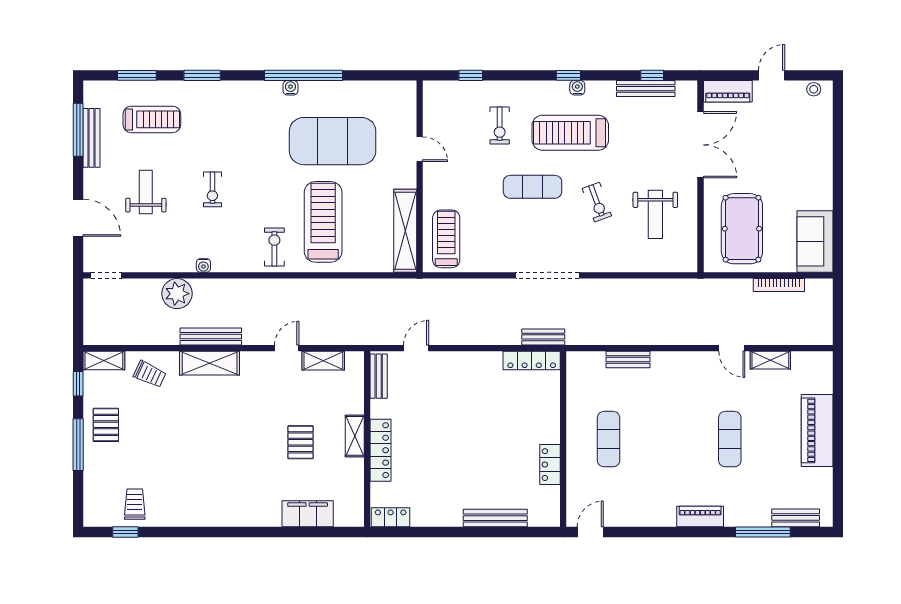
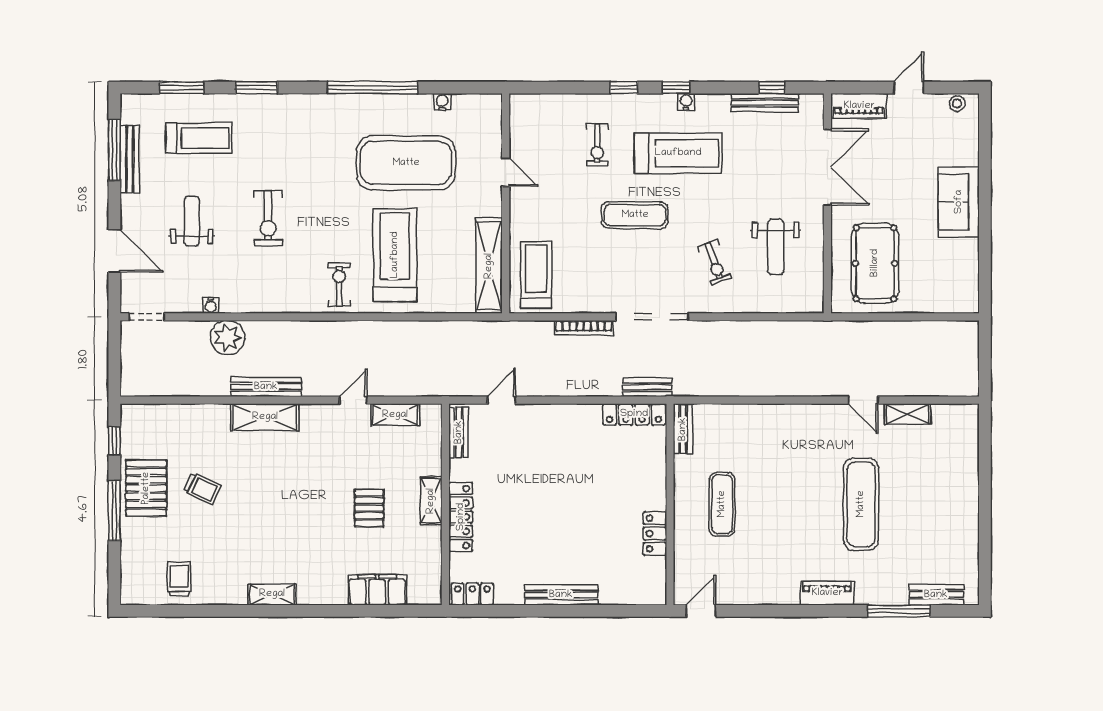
window: (471, 75) -> (624, 88), moved
water cooler: (290, 88) -> (442, 102), moved
treadmill: (570, 133) -> (678, 153), turned 180
exercise bike: (212, 189) -> (268, 218), width x1.38, depth x1.39
exercise bike: (597, 202) -> (714, 263), moved
sofa: (815, 241) -> (959, 202), moved
water cooler: (203, 265) -> (211, 305), moved
bookcase: (779, 285) -> (584, 328), moved
shelving: (104, 360) -> (272, 594), moved
bench: (628, 360) -> (683, 429), moved, turned 90
trolley: (150, 374) -> (202, 489), moved
pallet: (106, 425) -> (146, 488), width x1.50, depth x1.42
piano: (817, 430) -> (961, 494), removed
exercise mat: (730, 439) -> (861, 504), width x1.36, depth x1.45
bench: (495, 518) -> (561, 595), moved
window: (125, 532) -> (168, 611), removed

